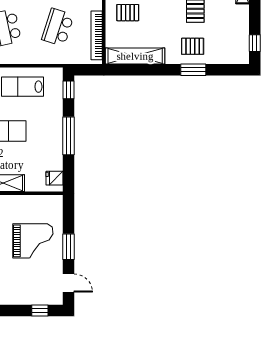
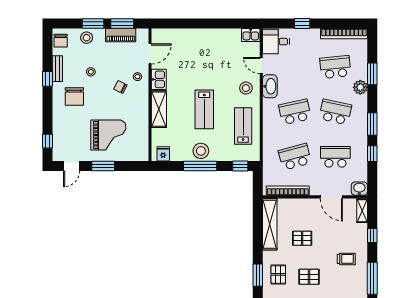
pallet: (128, 13) -> (302, 238), moved, turned 90
school desk: (58, 27) -> (295, 157), turned -33
stool: (51, 135) -> (201, 151), added
grand piano: (33, 241) -> (108, 135), turned -90

